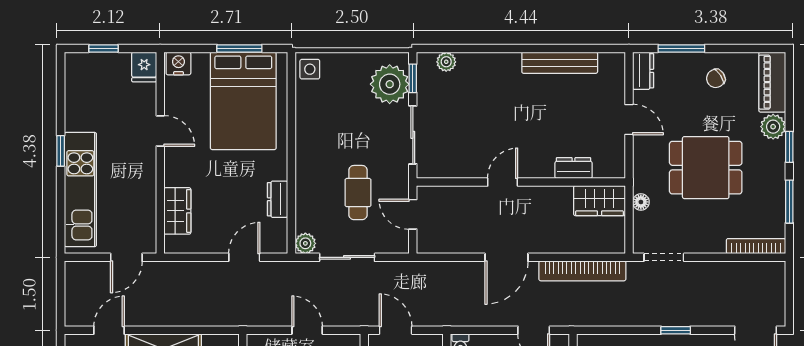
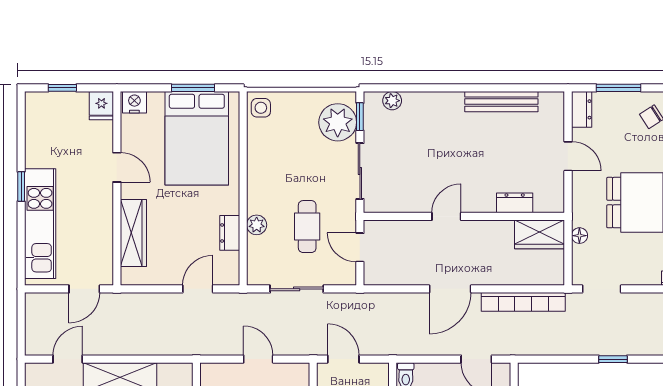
wardrobe: (177, 211) -> (133, 233), width x1.50
plant: (305, 243) -> (257, 225), moved

